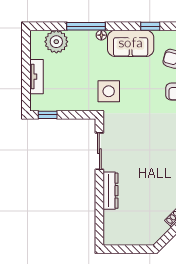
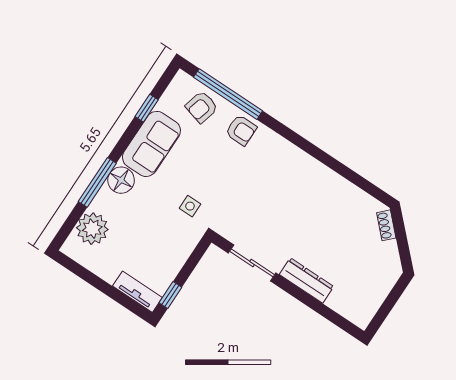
floor lamp: (101, 35) -> (121, 180), width x1.89, depth x1.89
tv unit: (36, 77) -> (137, 292), moved
side table: (109, 91) -> (190, 206), width x0.54, depth x0.54

